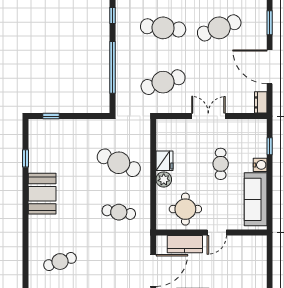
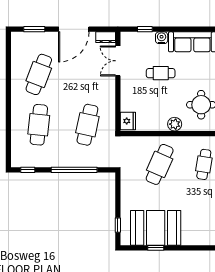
cafe table: (219, 28) -> (39, 74), turned 42
cafe table: (163, 82) -> (87, 125), turned 30
double door: (208, 116) -> (118, 61), moved
fridge: (165, 161) -> (128, 121), moved, turned 90
booth: (42, 194) -> (156, 228), moved, width x1.36, depth x1.42

